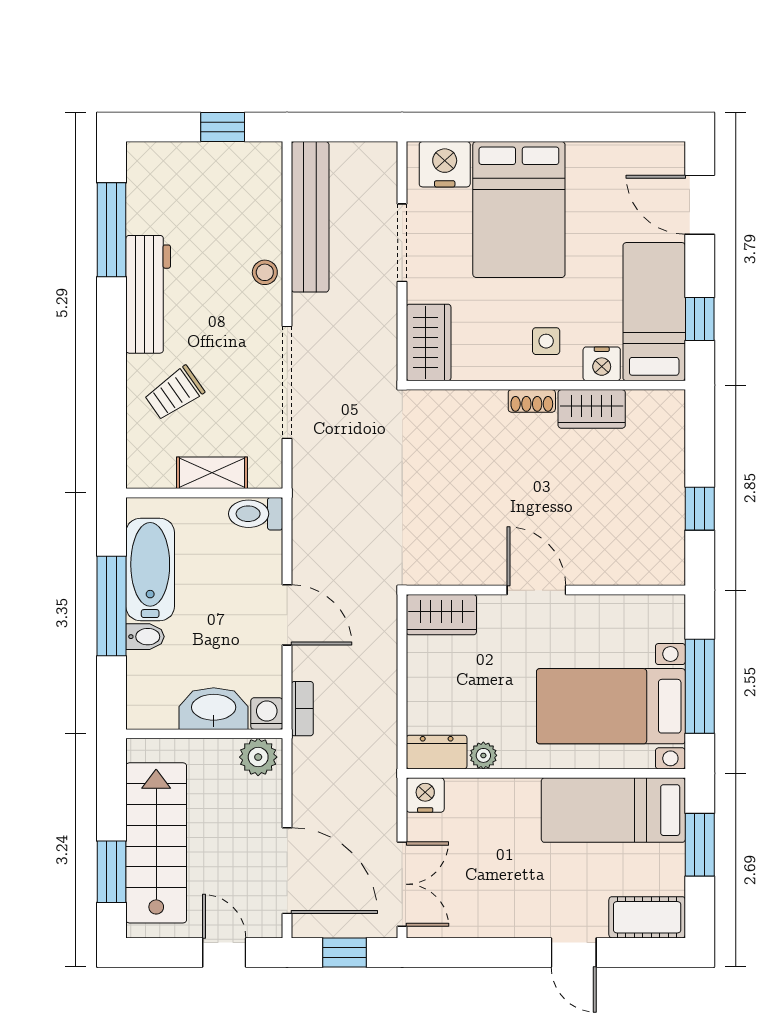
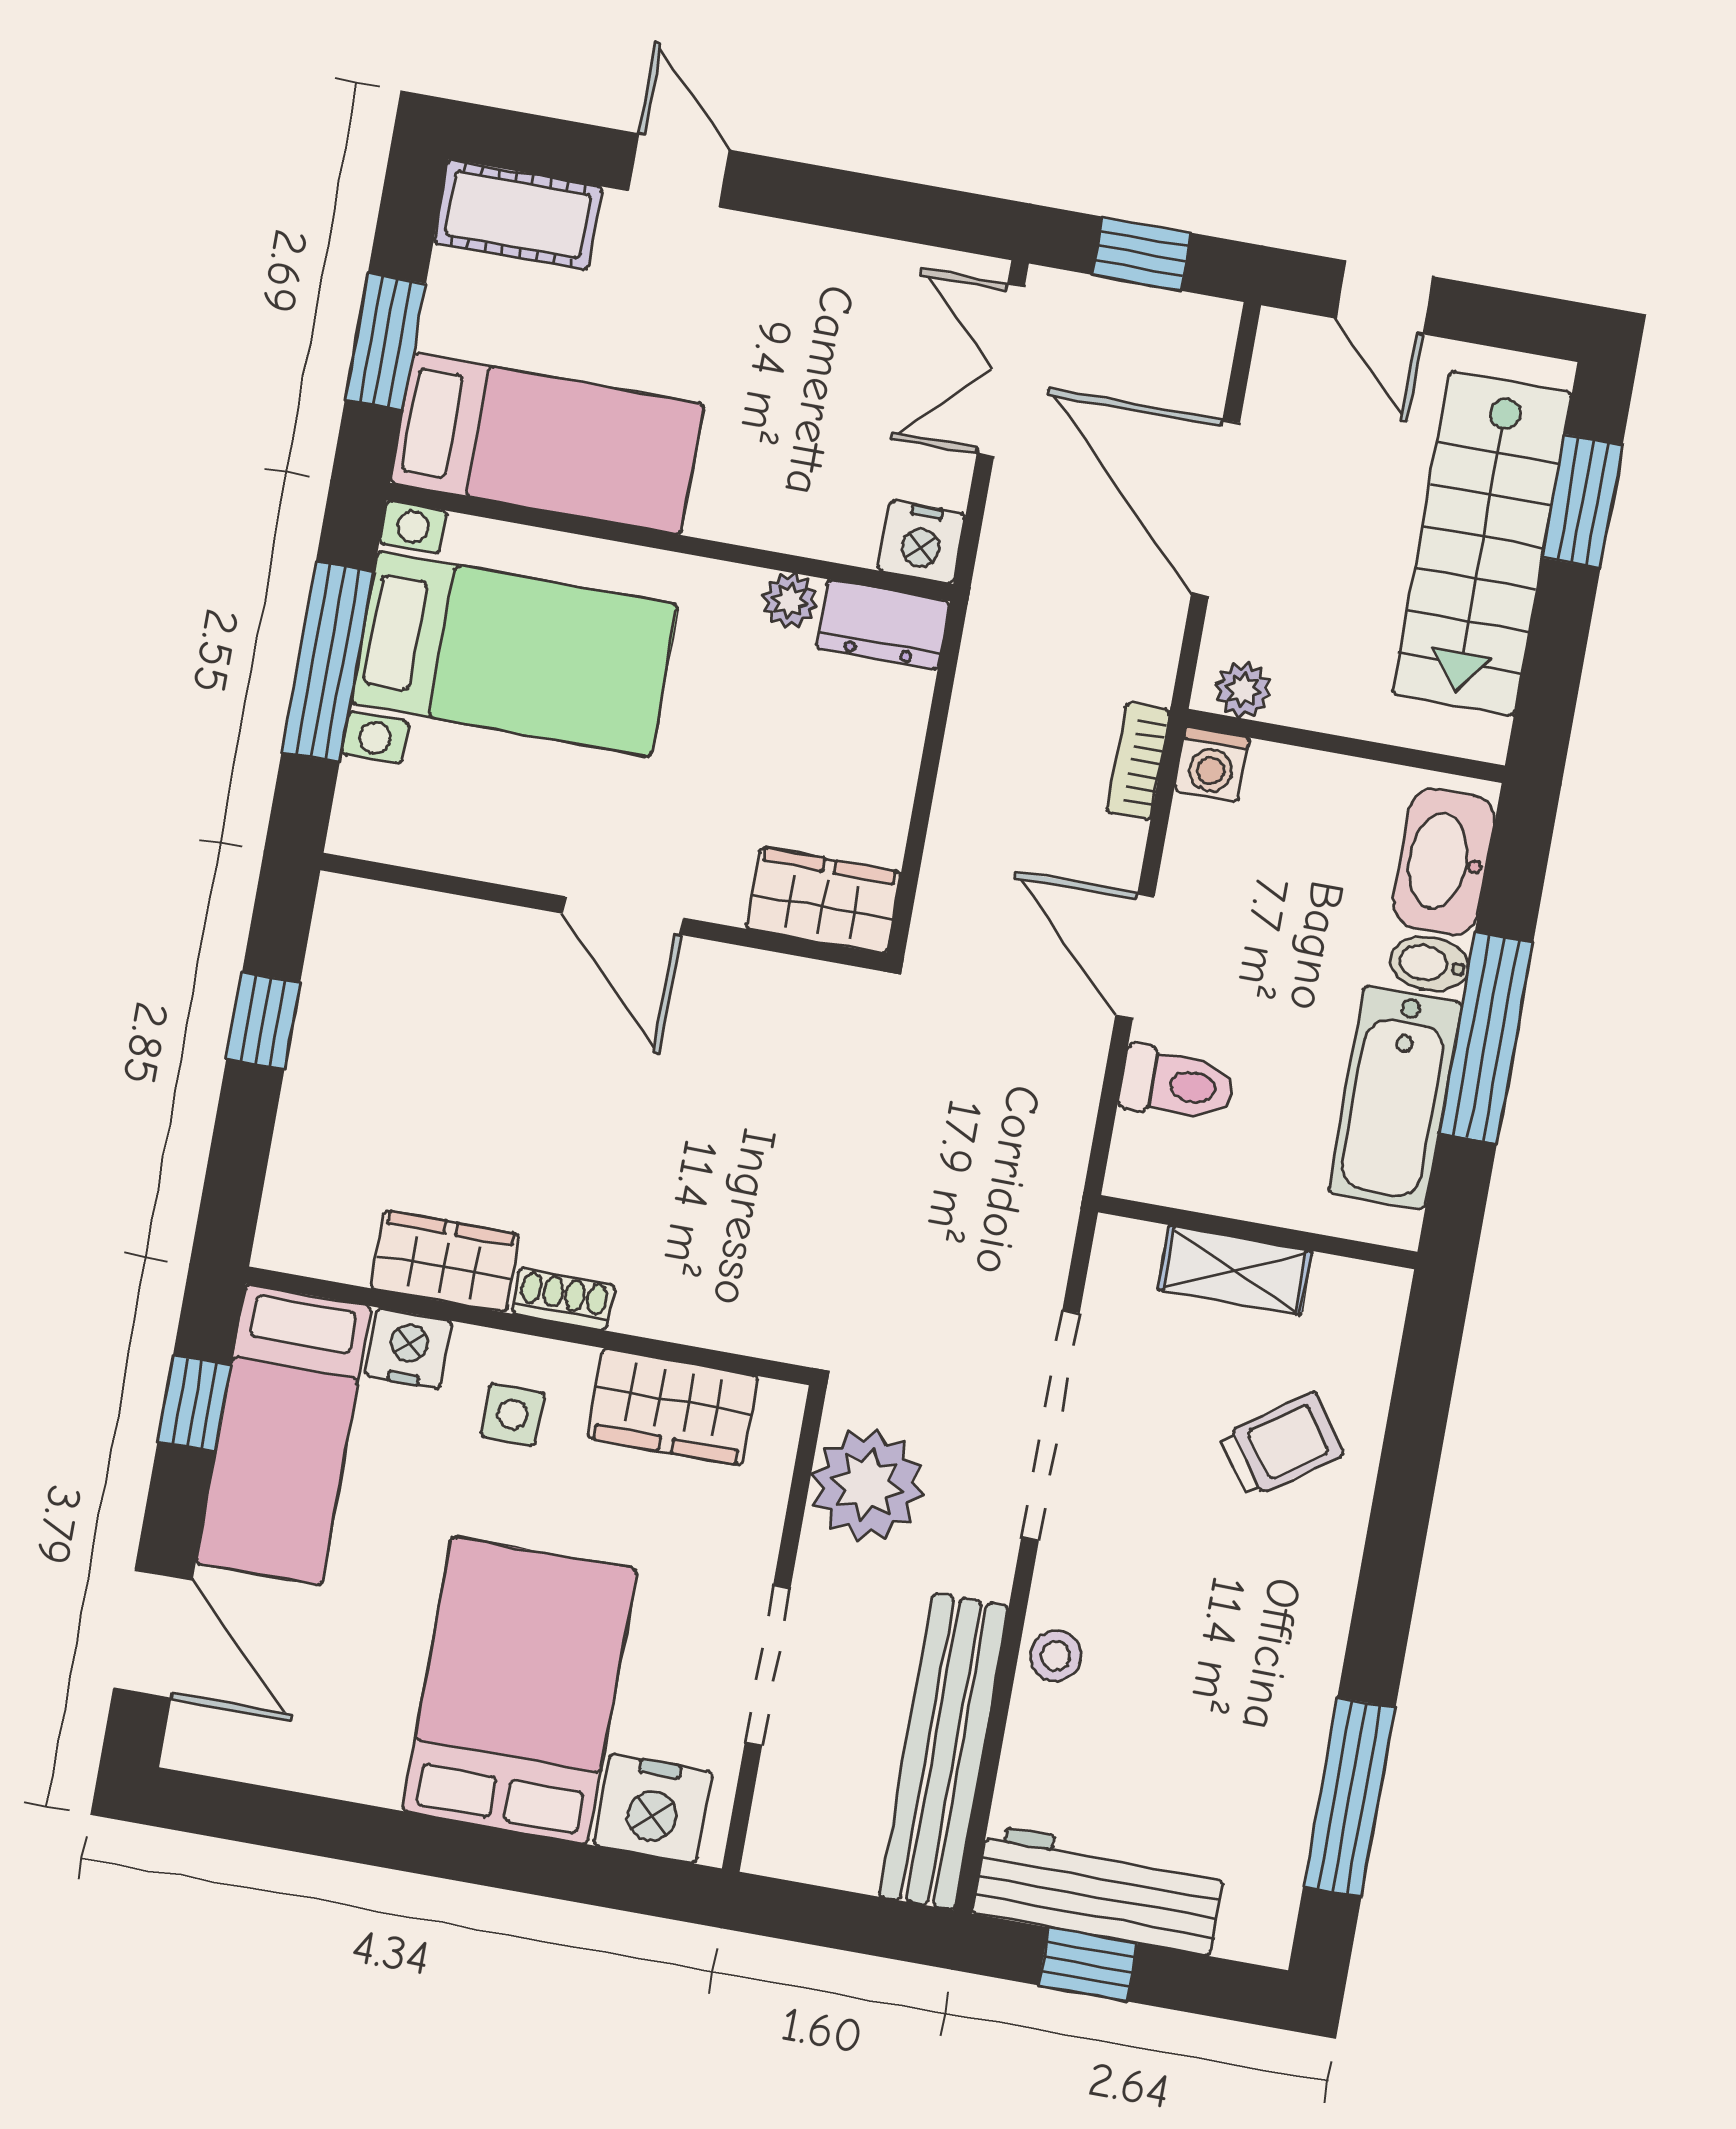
workbench: (148, 294) -> (1099, 1890), moved, turned 90
plant: (370, 338) -> (867, 1485), added
wardrobe: (429, 342) -> (673, 1407), moved, turned -90
toilet: (256, 514) -> (1177, 1084), moved
washbasin: (214, 709) -> (1444, 862), moved, turned 90
plant: (258, 757) -> (1243, 690), width x0.73, depth x0.73
door: (287, 871) -> (1216, 508), moved

